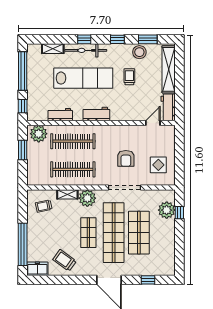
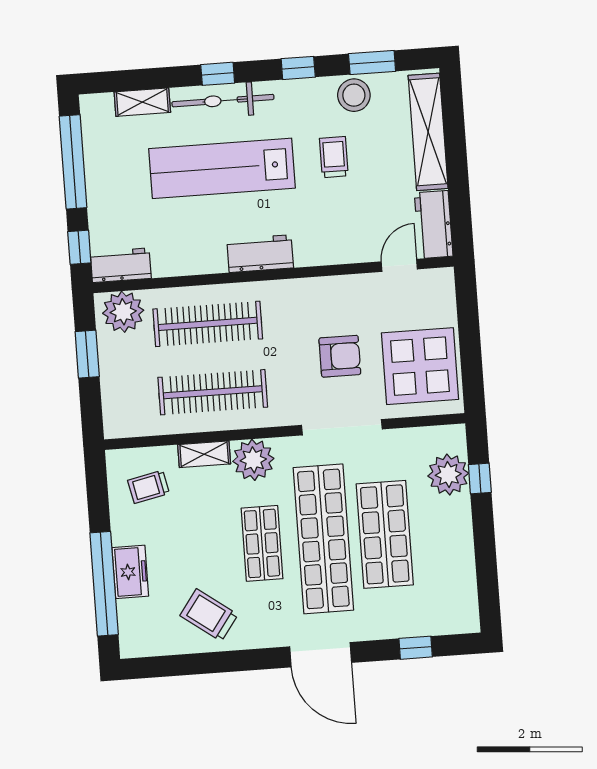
lab bench: (83, 78) -> (222, 168), turned 180
workbench: (60, 115) -> (121, 265), moved
armchair: (126, 158) -> (340, 356), turned -90
display table: (158, 165) -> (420, 366), width x1.86, depth x1.86
freezer: (37, 269) -> (130, 572), moved, turned 90

